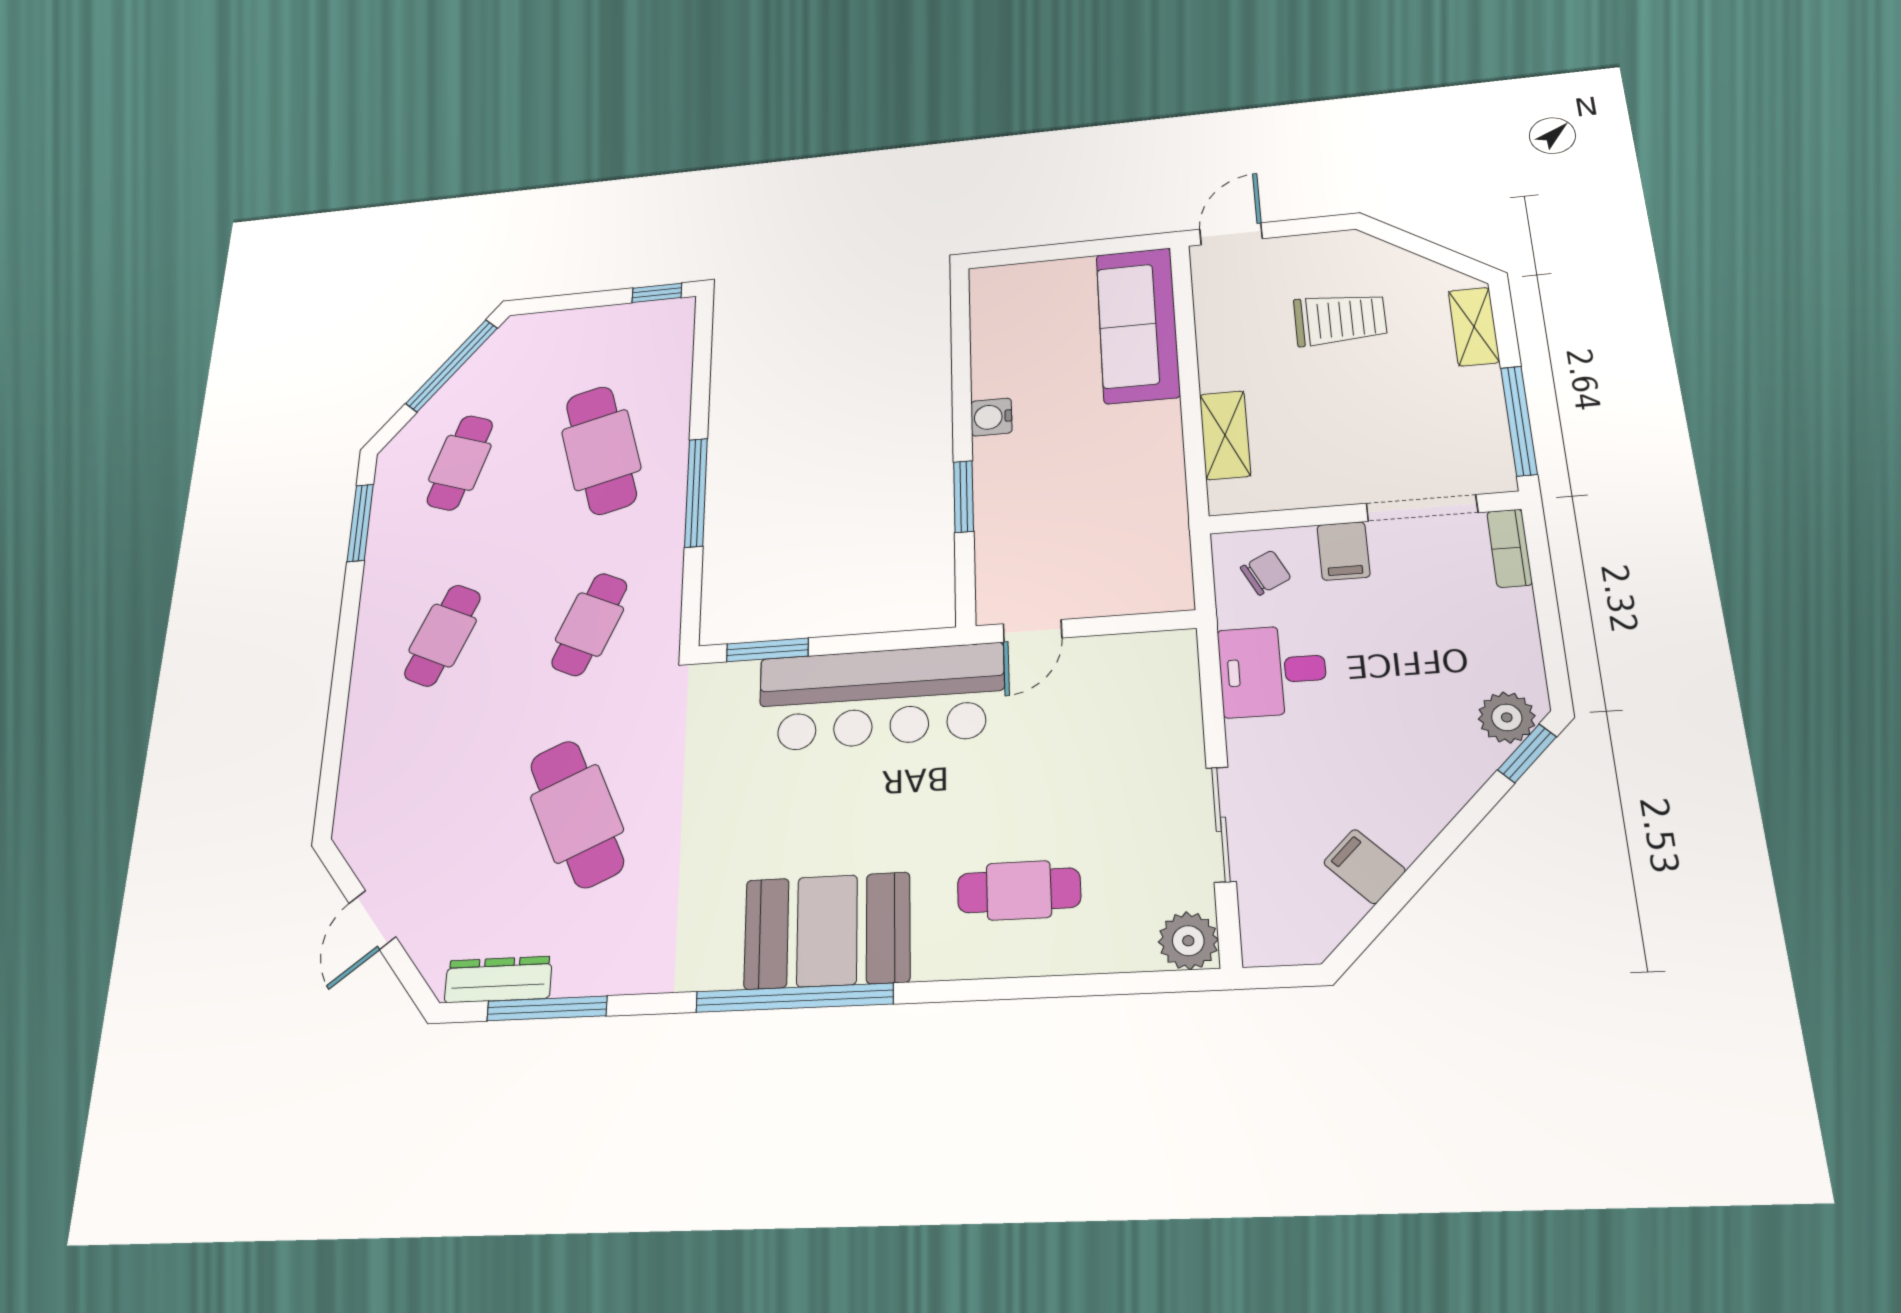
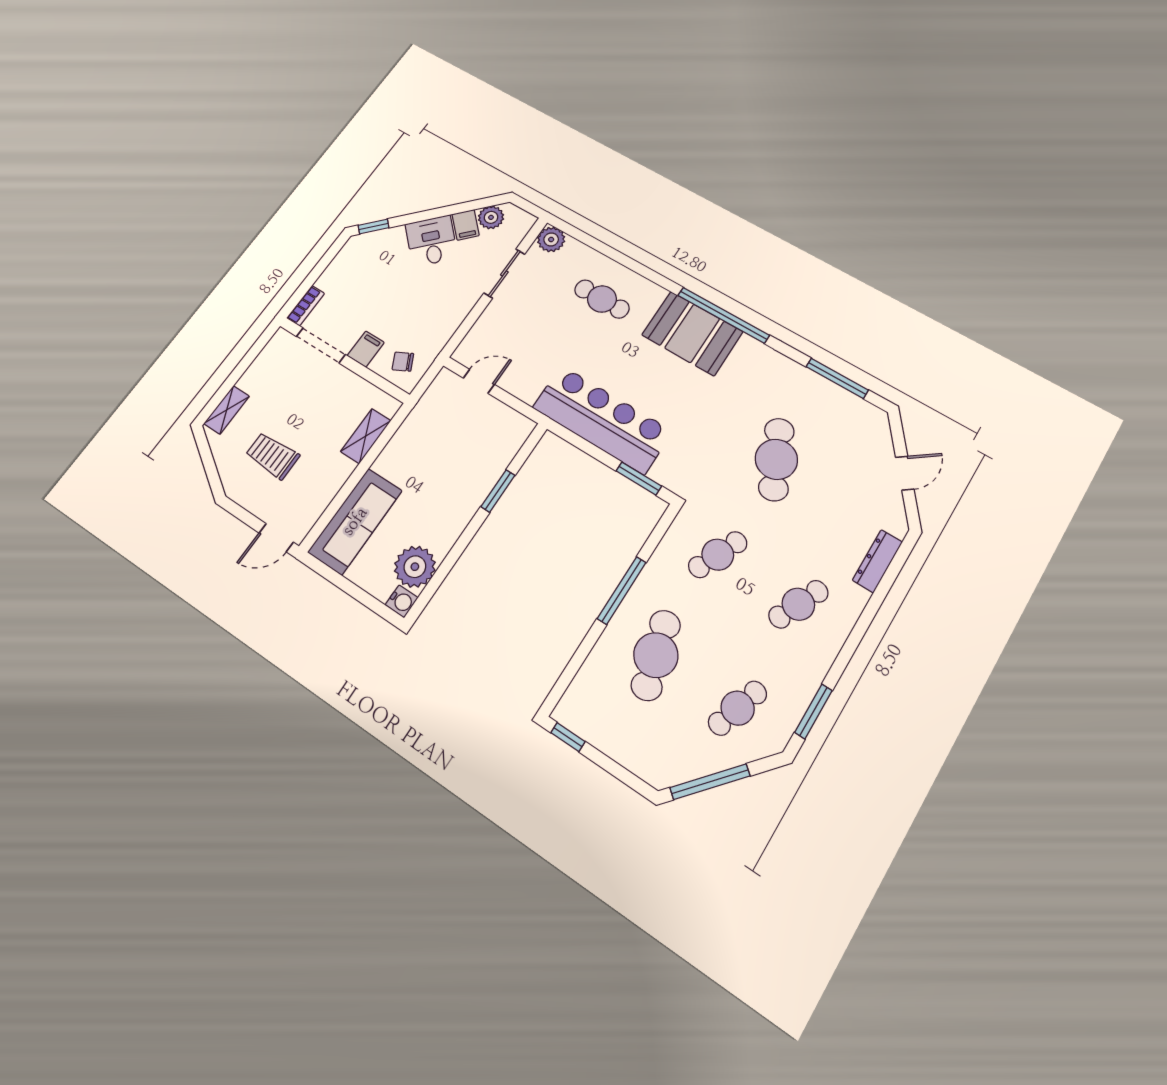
plant: (1004, 331) -> (415, 567), added
water cooler: (991, 417) -> (402, 601), moved
window: (1519, 421) -> (251, 355), removed
door: (1032, 631) -> (479, 381), moved
desk: (1273, 671) -> (431, 241), moved, turned -135
plant: (1507, 717) -> (491, 217), moved
dresser: (498, 979) -> (877, 561), moved, turned 90

